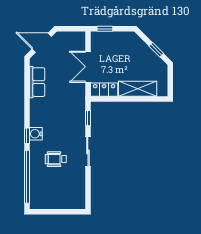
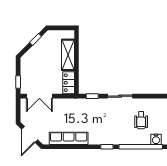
double door: (88, 67) -> (39, 96), moved
row of seats: (37, 82) -> (69, 138), width x1.48
water cooler: (36, 134) -> (156, 139), moved
wheelchair: (56, 159) -> (141, 120), moved

